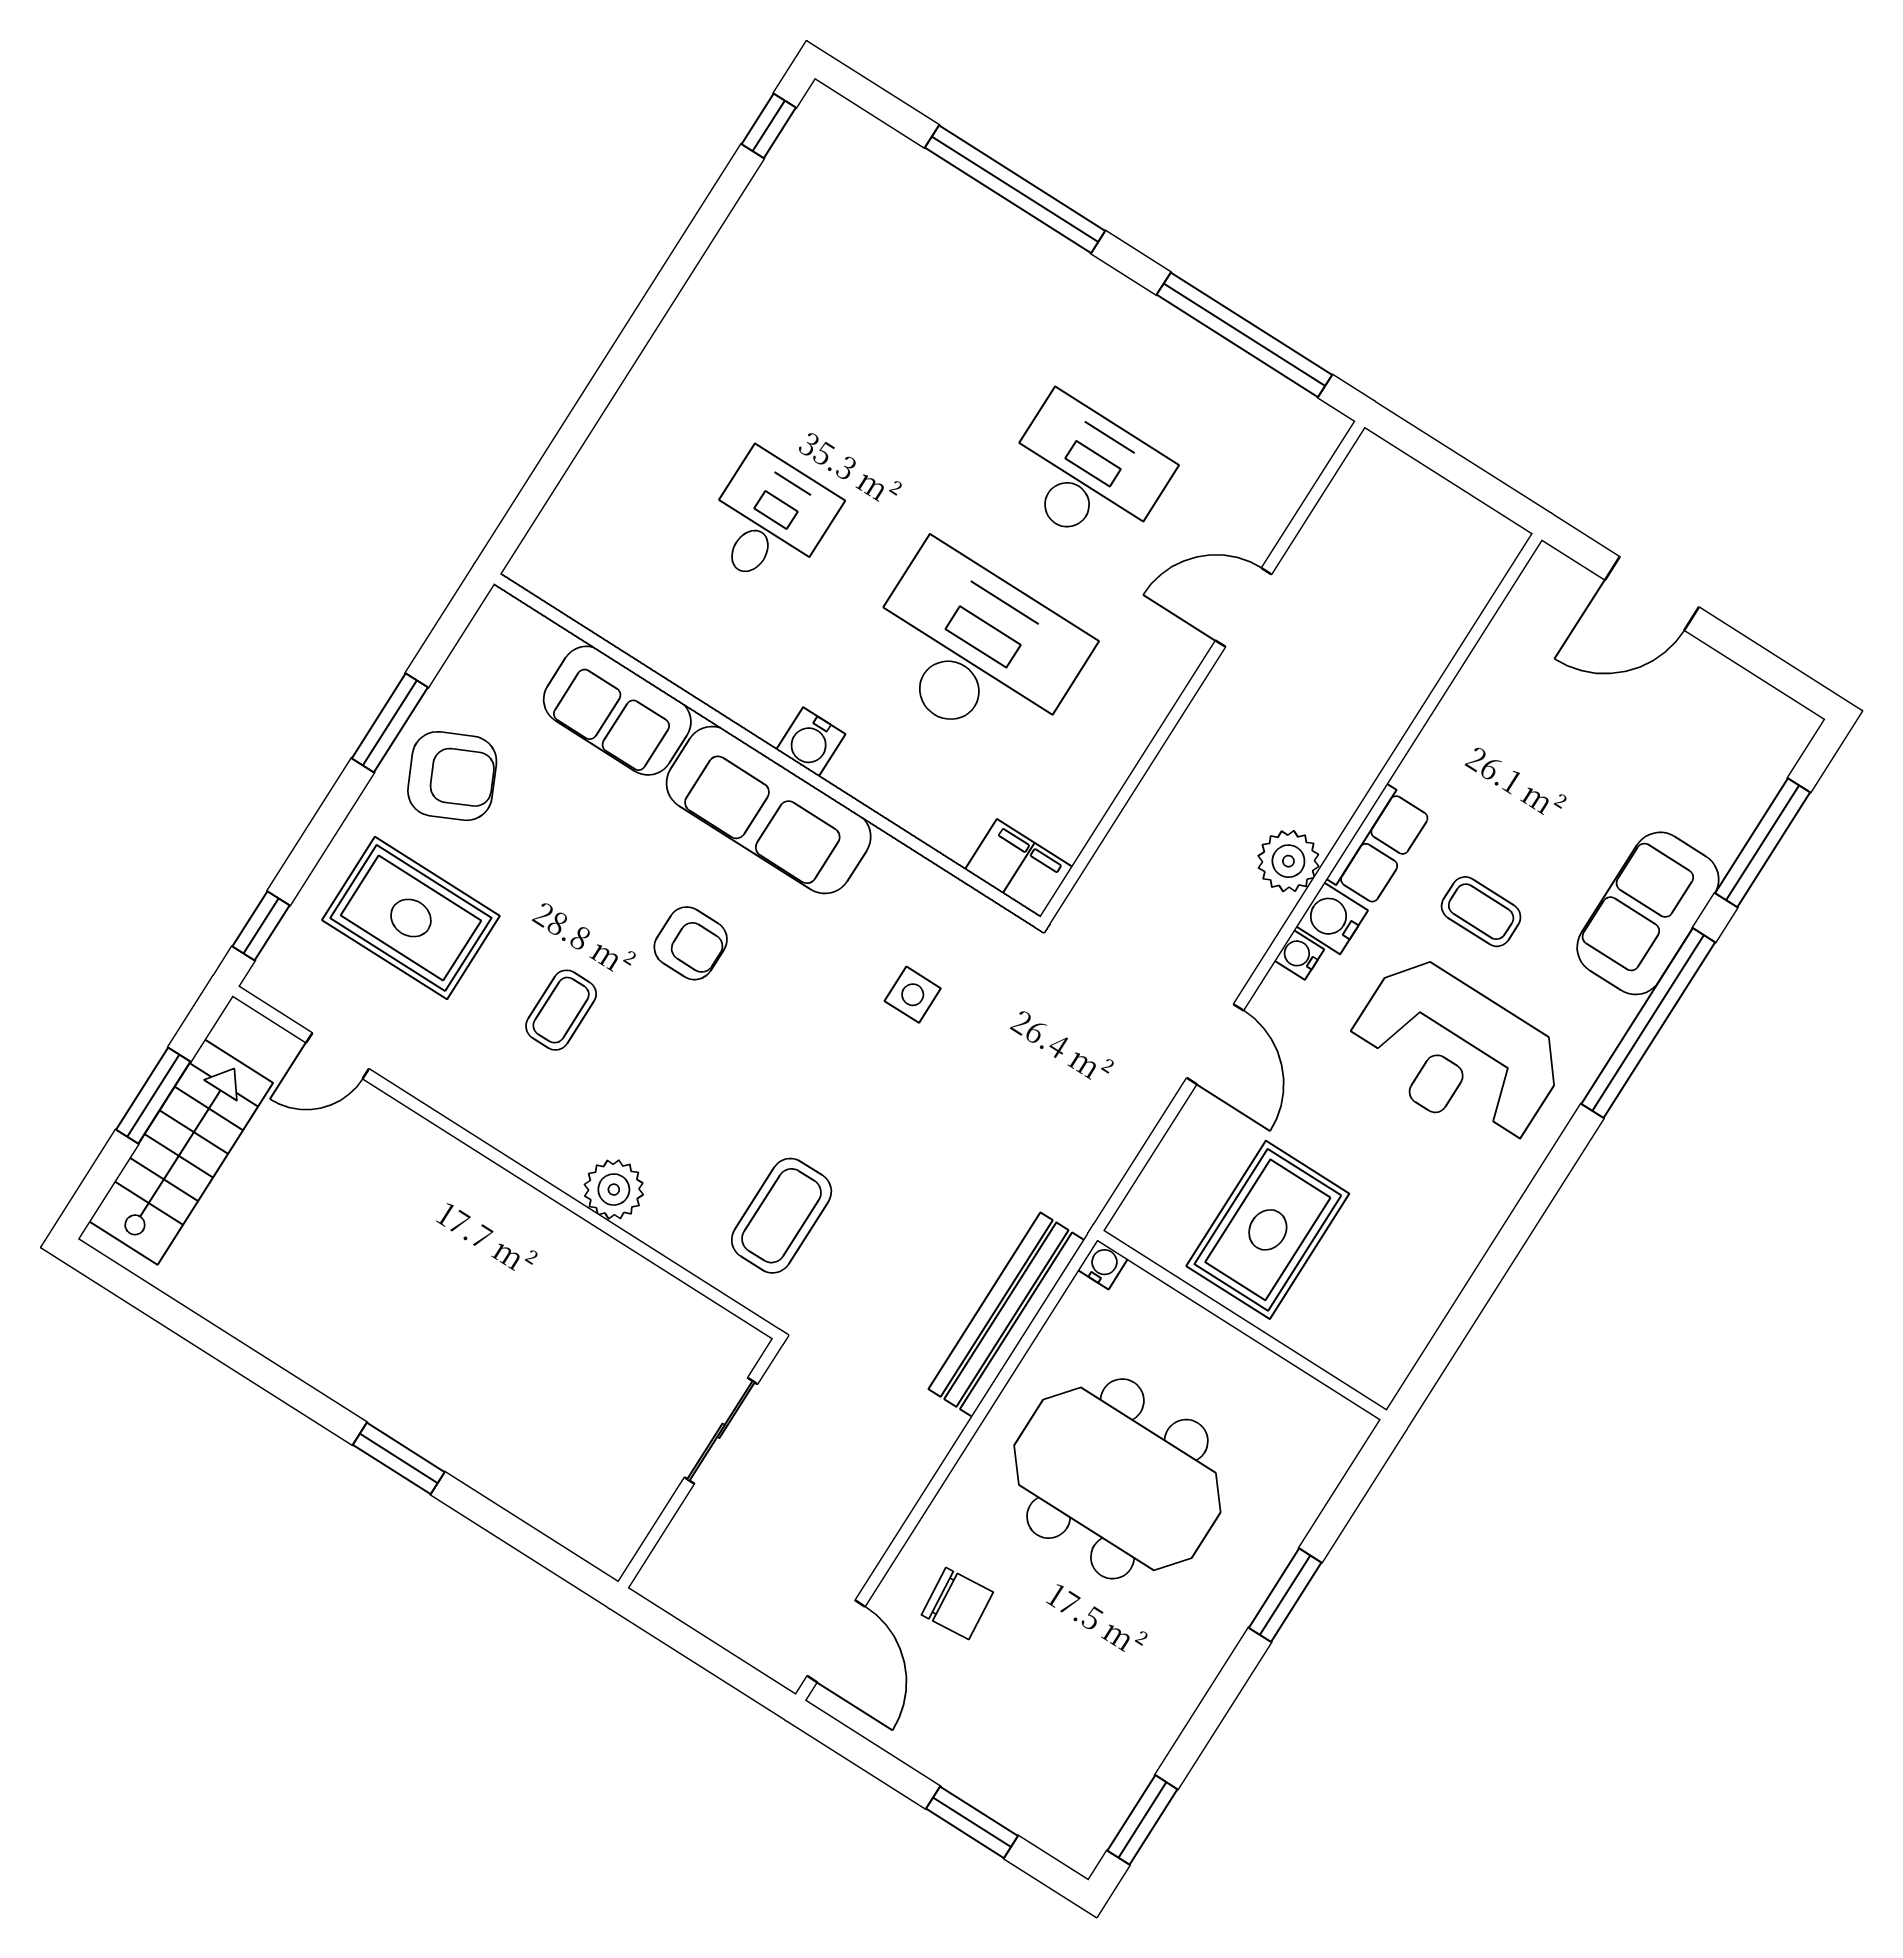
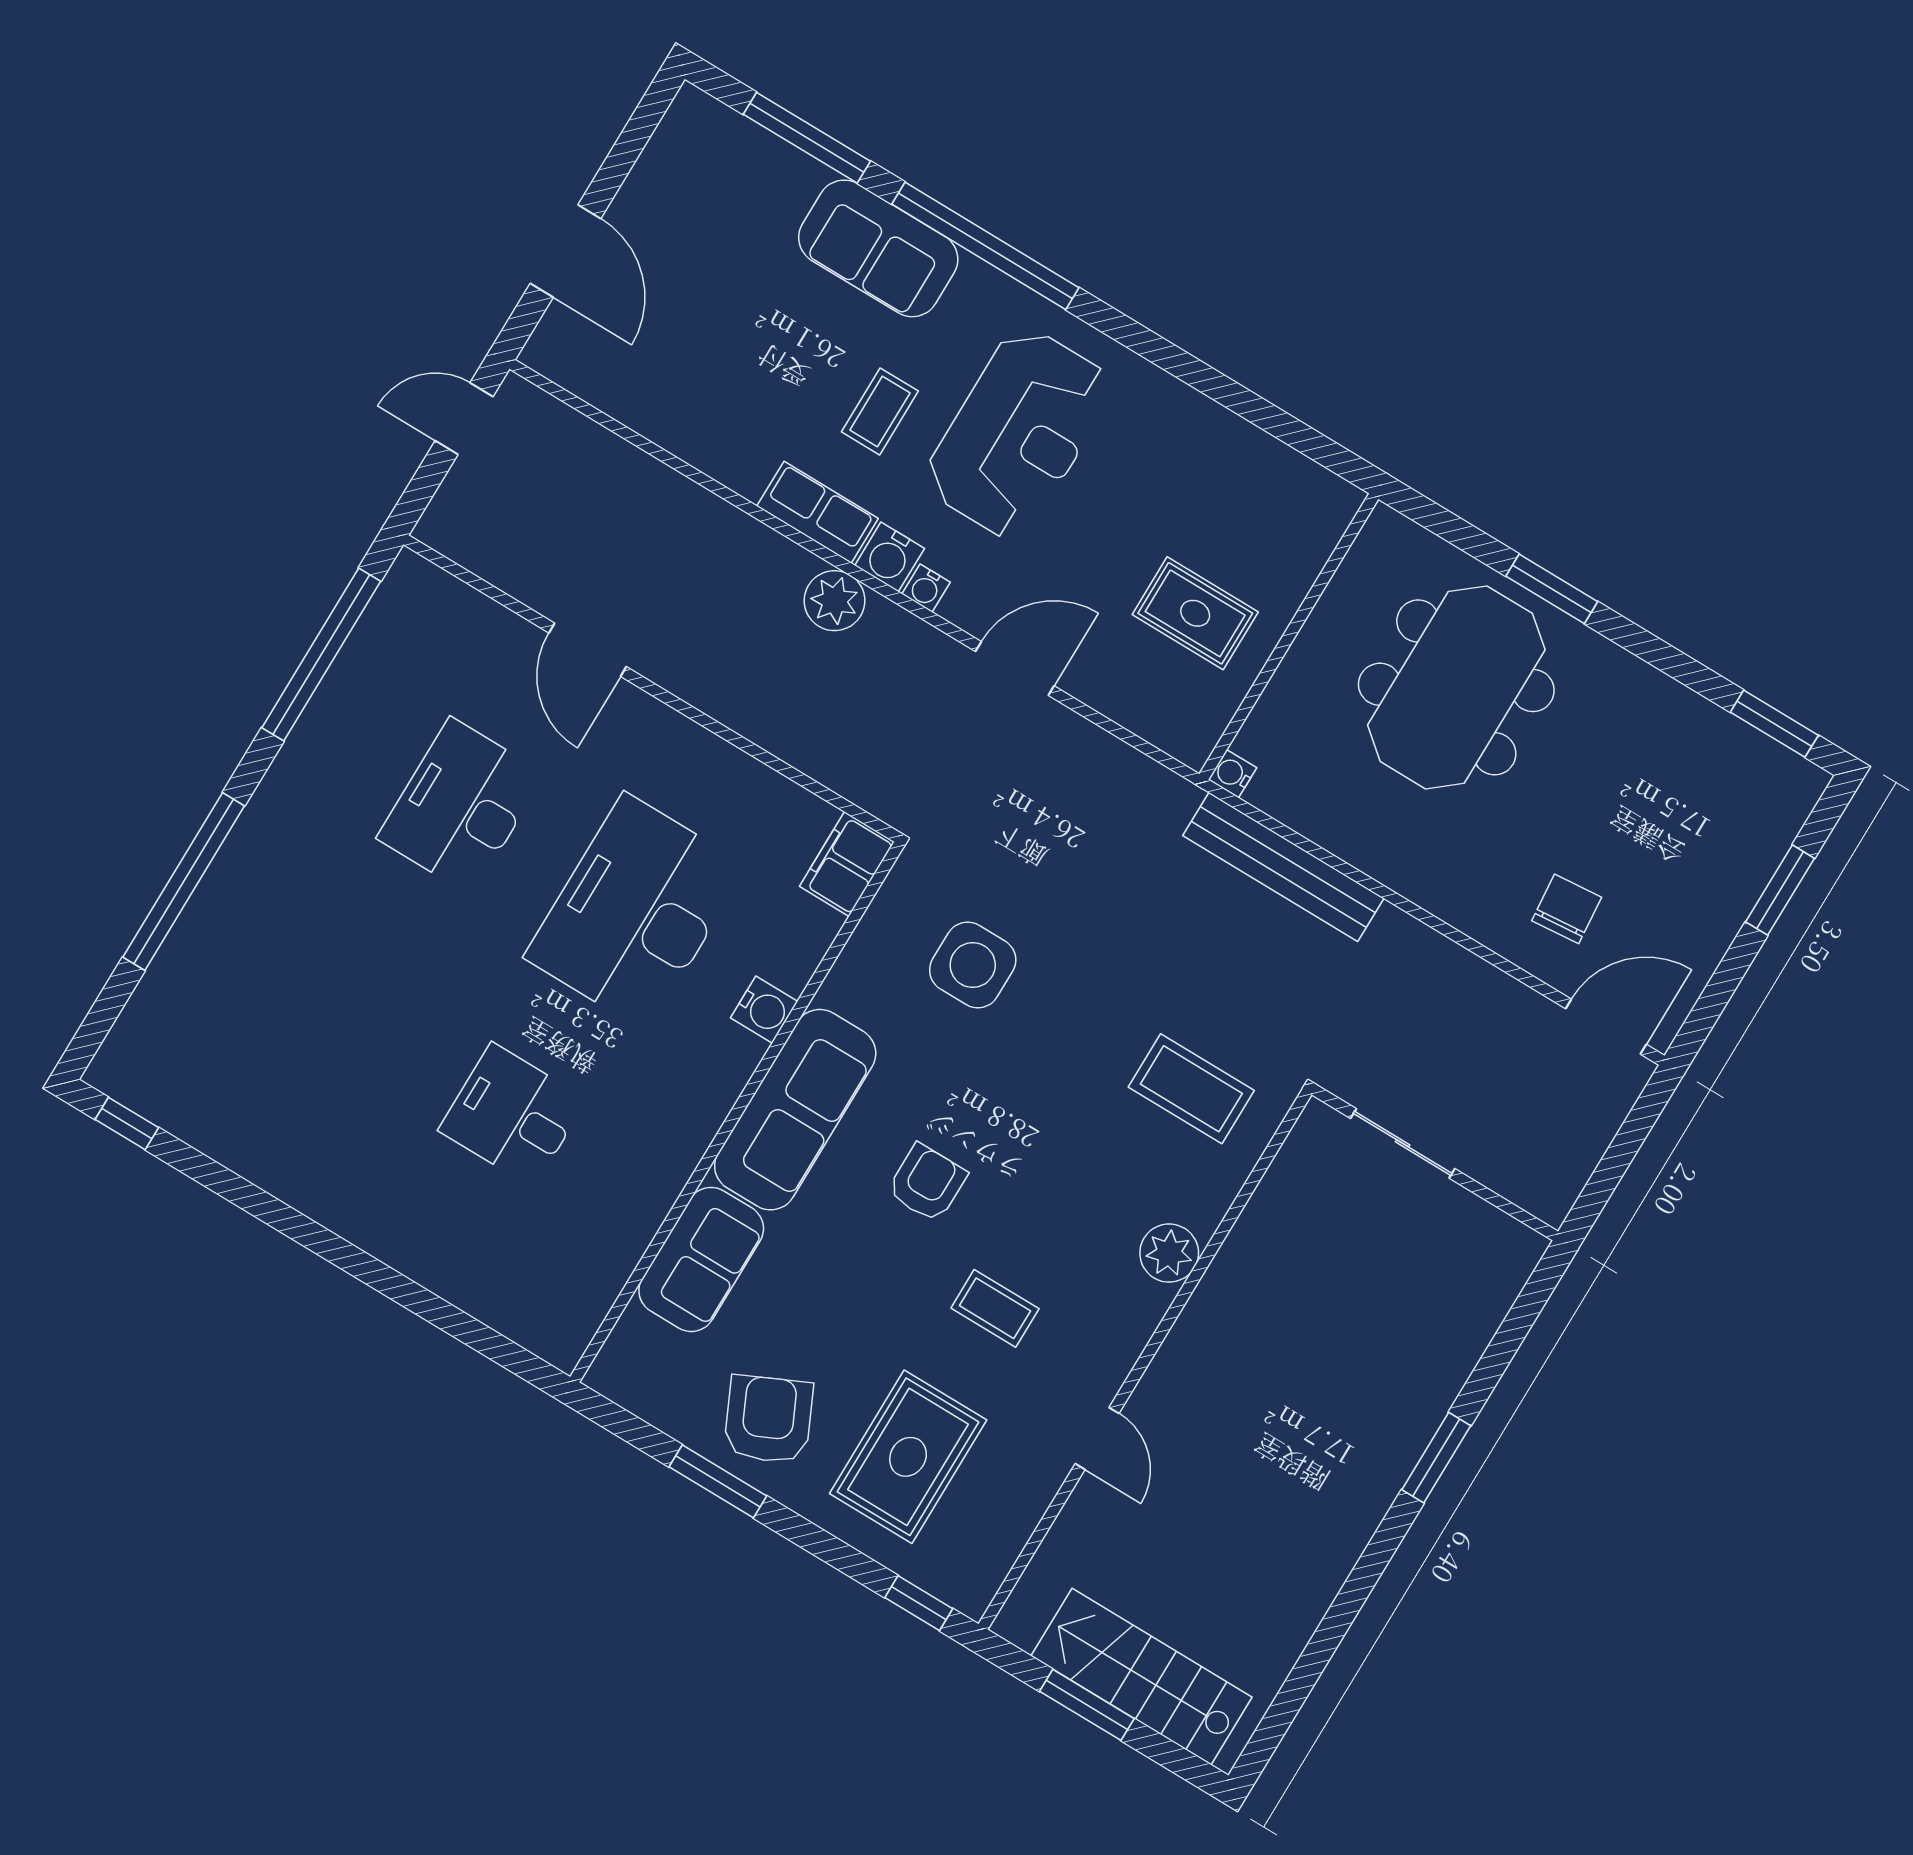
door: (1483, 486) -> (464, 419), added
water cooler: (811, 742) -> (764, 1010), moved
side table: (913, 995) -> (973, 965), width x1.87, depth x1.87
door: (338, 1056) -> (1097, 1438), moved
rug: (1268, 1230) -> (1195, 613), width x0.73, depth x0.70
meeting table: (1117, 1479) -> (1456, 687), moved

